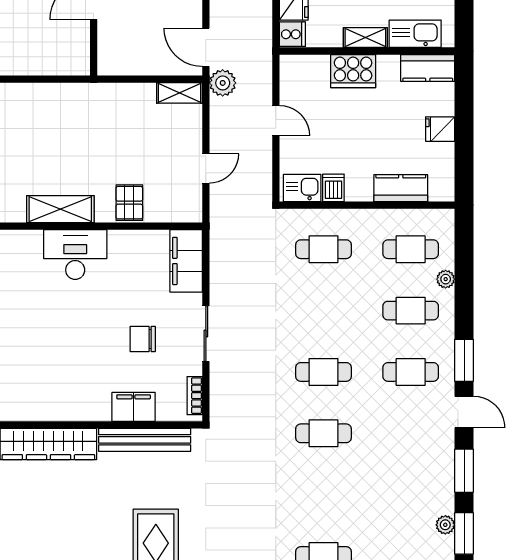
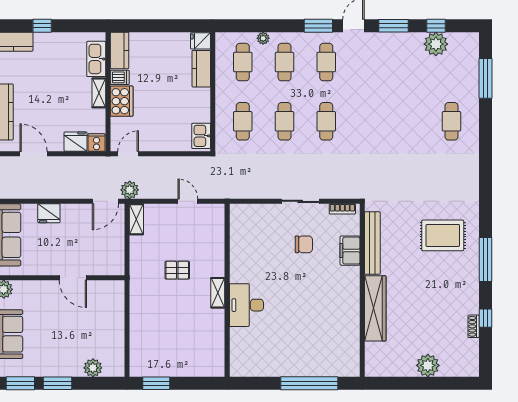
door: (276, 121) -> (128, 154), moved
fridge: (440, 129) -> (201, 41), moved, turned 90
dishwasher: (333, 188) -> (120, 77), moved, turned 180
pallet: (129, 203) -> (177, 270), moved
shelving: (60, 209) -> (218, 293), width x0.67, depth x0.75
desk: (75, 255) -> (246, 305), moved
filing cabinet: (186, 261) -> (251, 215), removed
chair: (143, 339) -> (304, 244), turned -90
cafe table: (323, 433) -> (284, 121), moved
plant: (445, 525) -> (436, 44), width x1.87, depth x1.87
window: (464, 533) -> (436, 26), width x0.67

